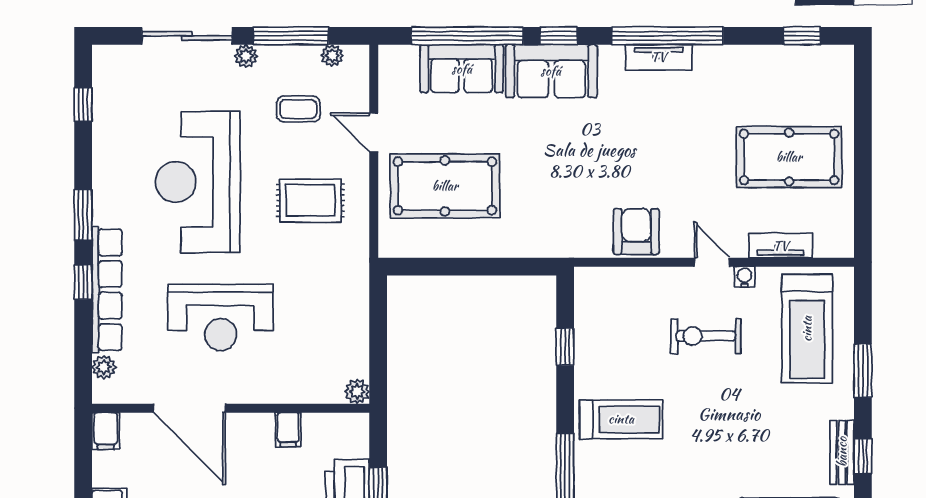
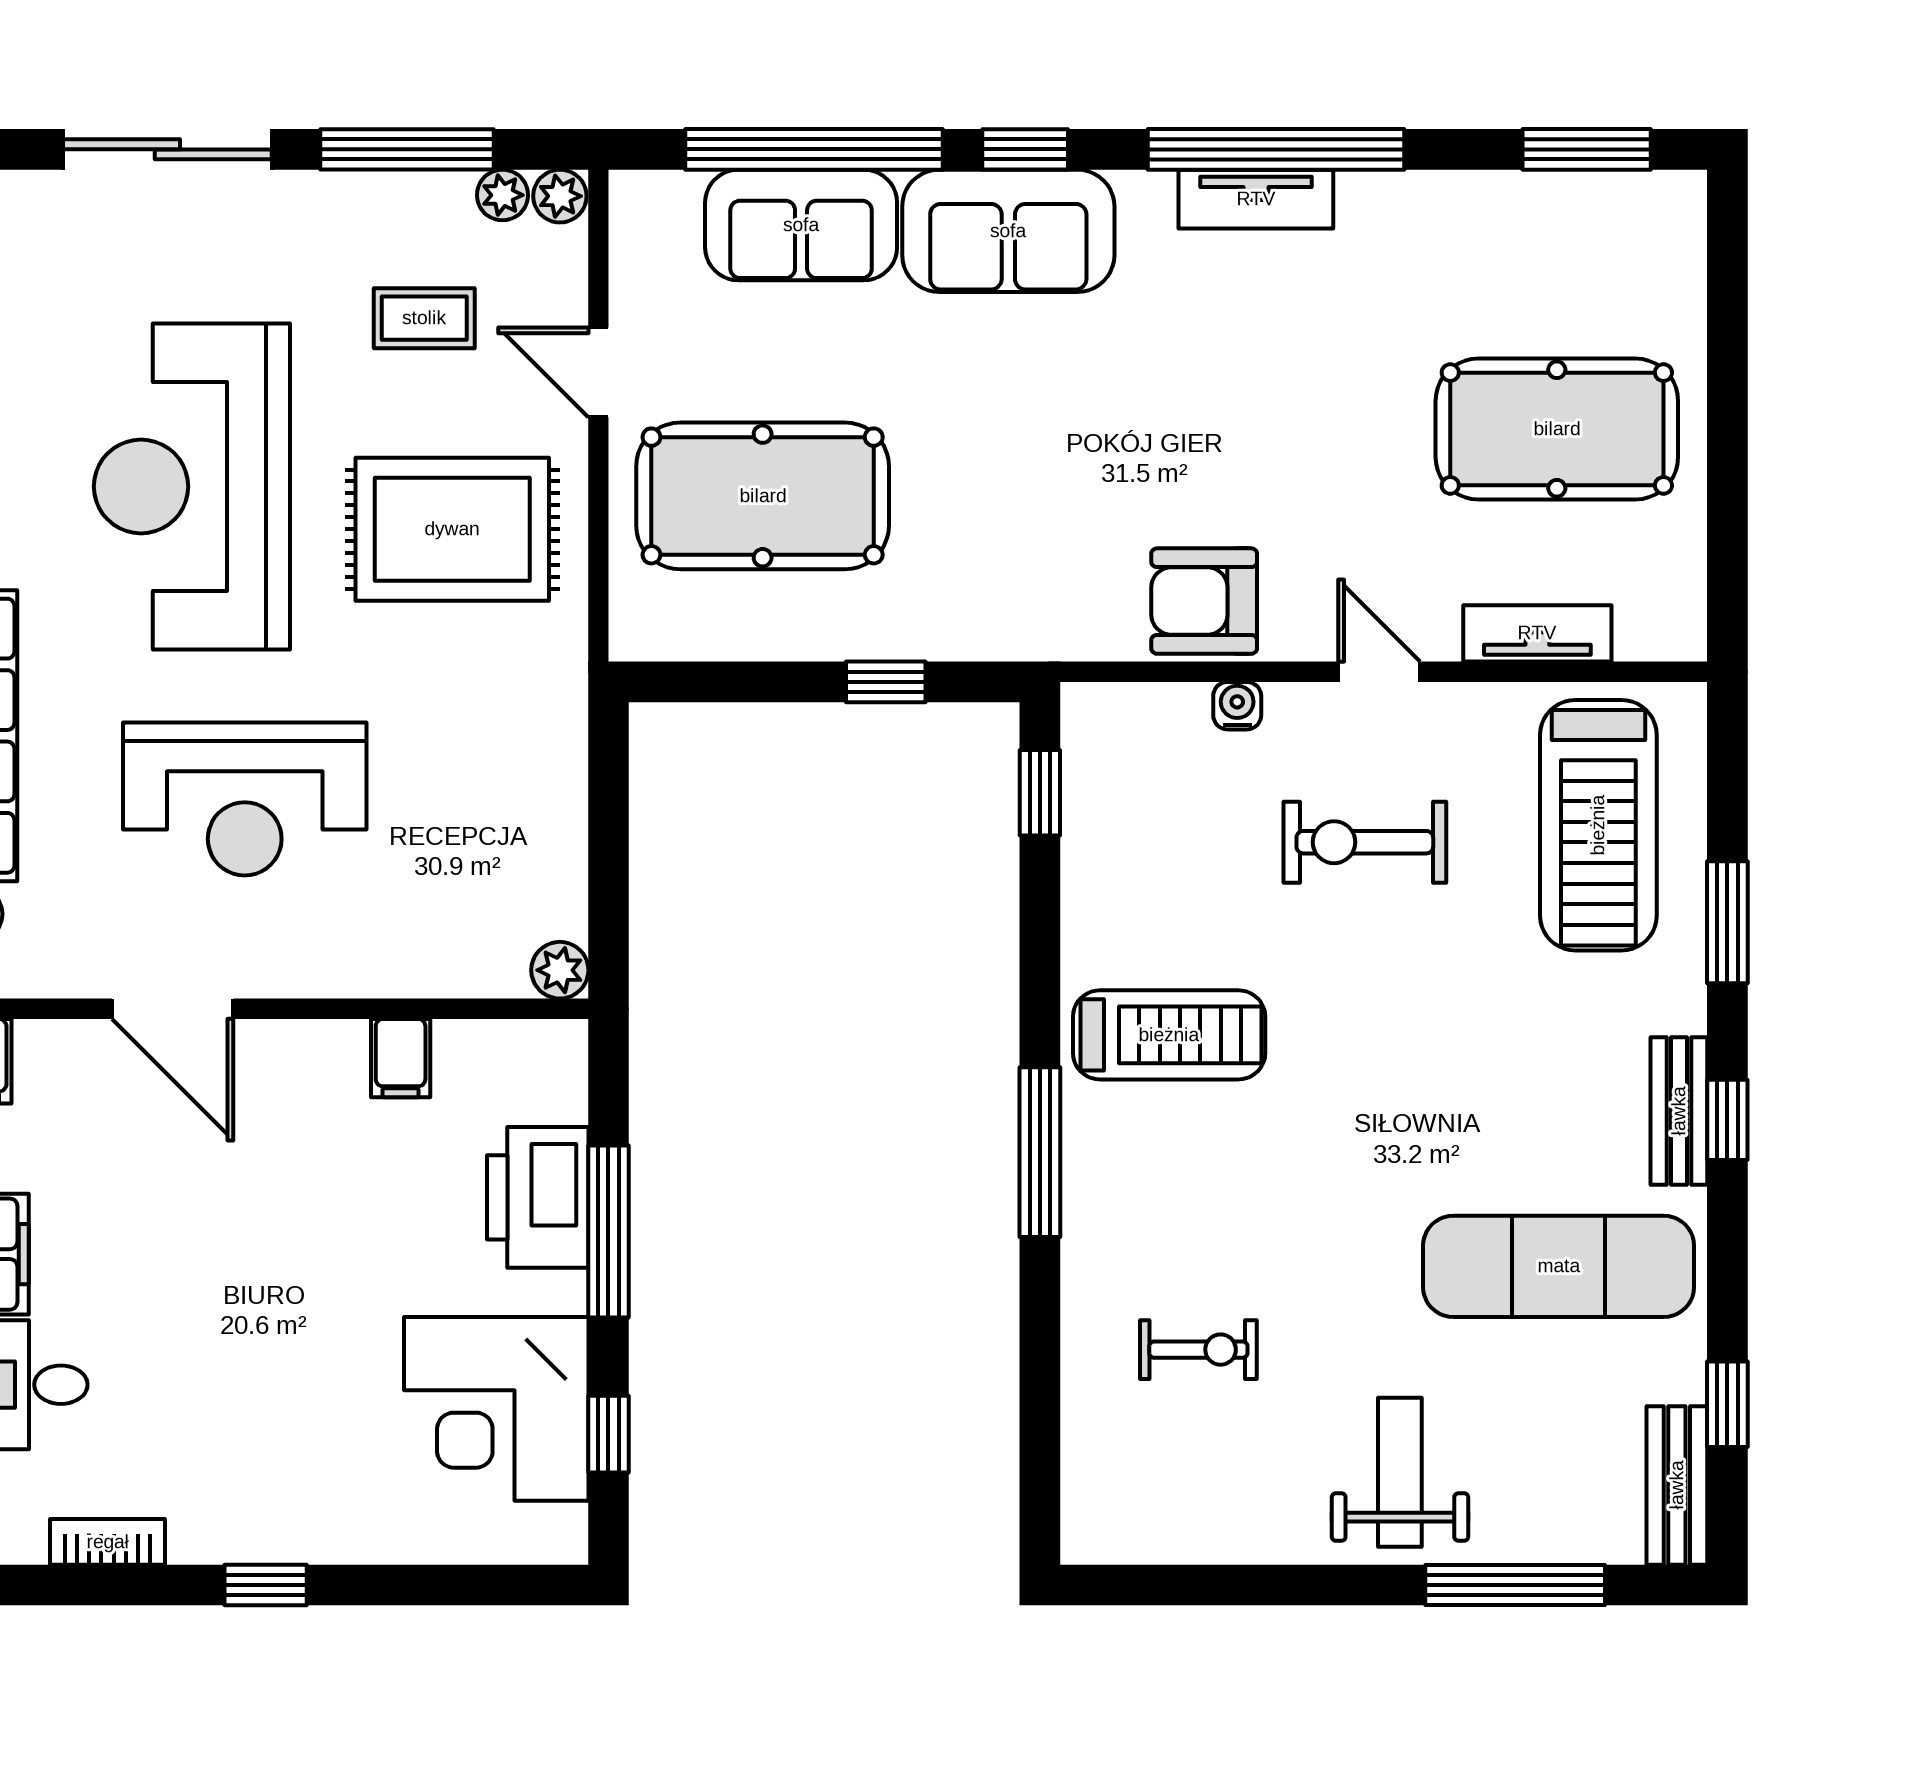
window: (802, 36) -> (1587, 149), width x1.50
plant: (246, 56) -> (560, 196), moved
rug: (310, 200) -> (452, 529), width x1.36, depth x1.43
armchair: (636, 232) -> (1204, 601), turned -90
window: (498, 267) -> (886, 682), added
water cooler: (745, 277) -> (1237, 706), moved
window: (565, 347) -> (1040, 793), moved
door: (189, 408) -> (173, 1009), width x0.73

